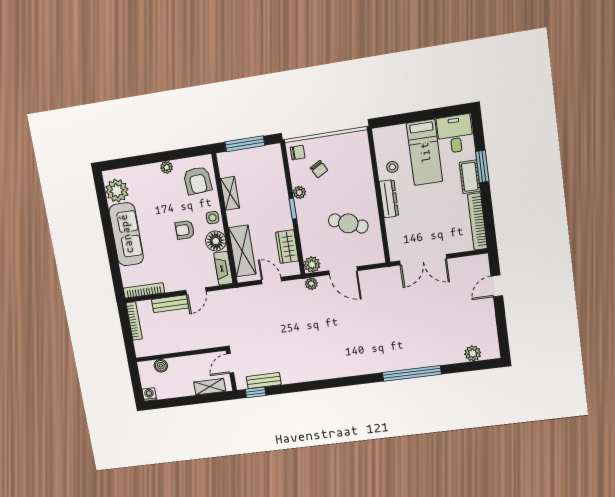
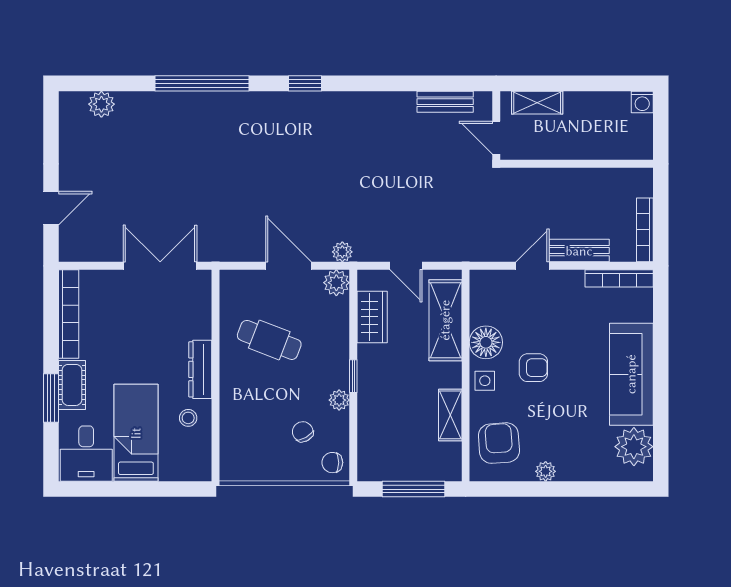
fireplace: (223, 268) -> (481, 297), removed
door: (230, 363) -> (496, 138), swing flipped
boiler: (161, 366) -> (614, 149), removed
window: (256, 392) -> (305, 83), moved

